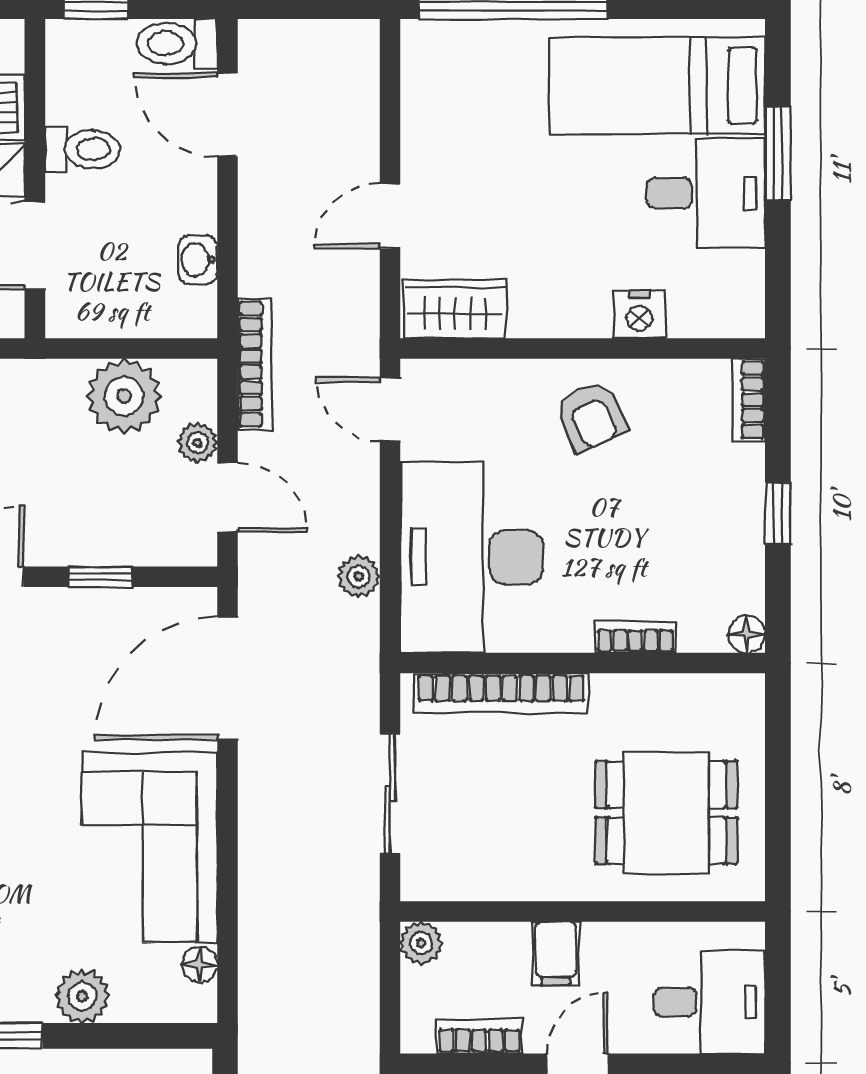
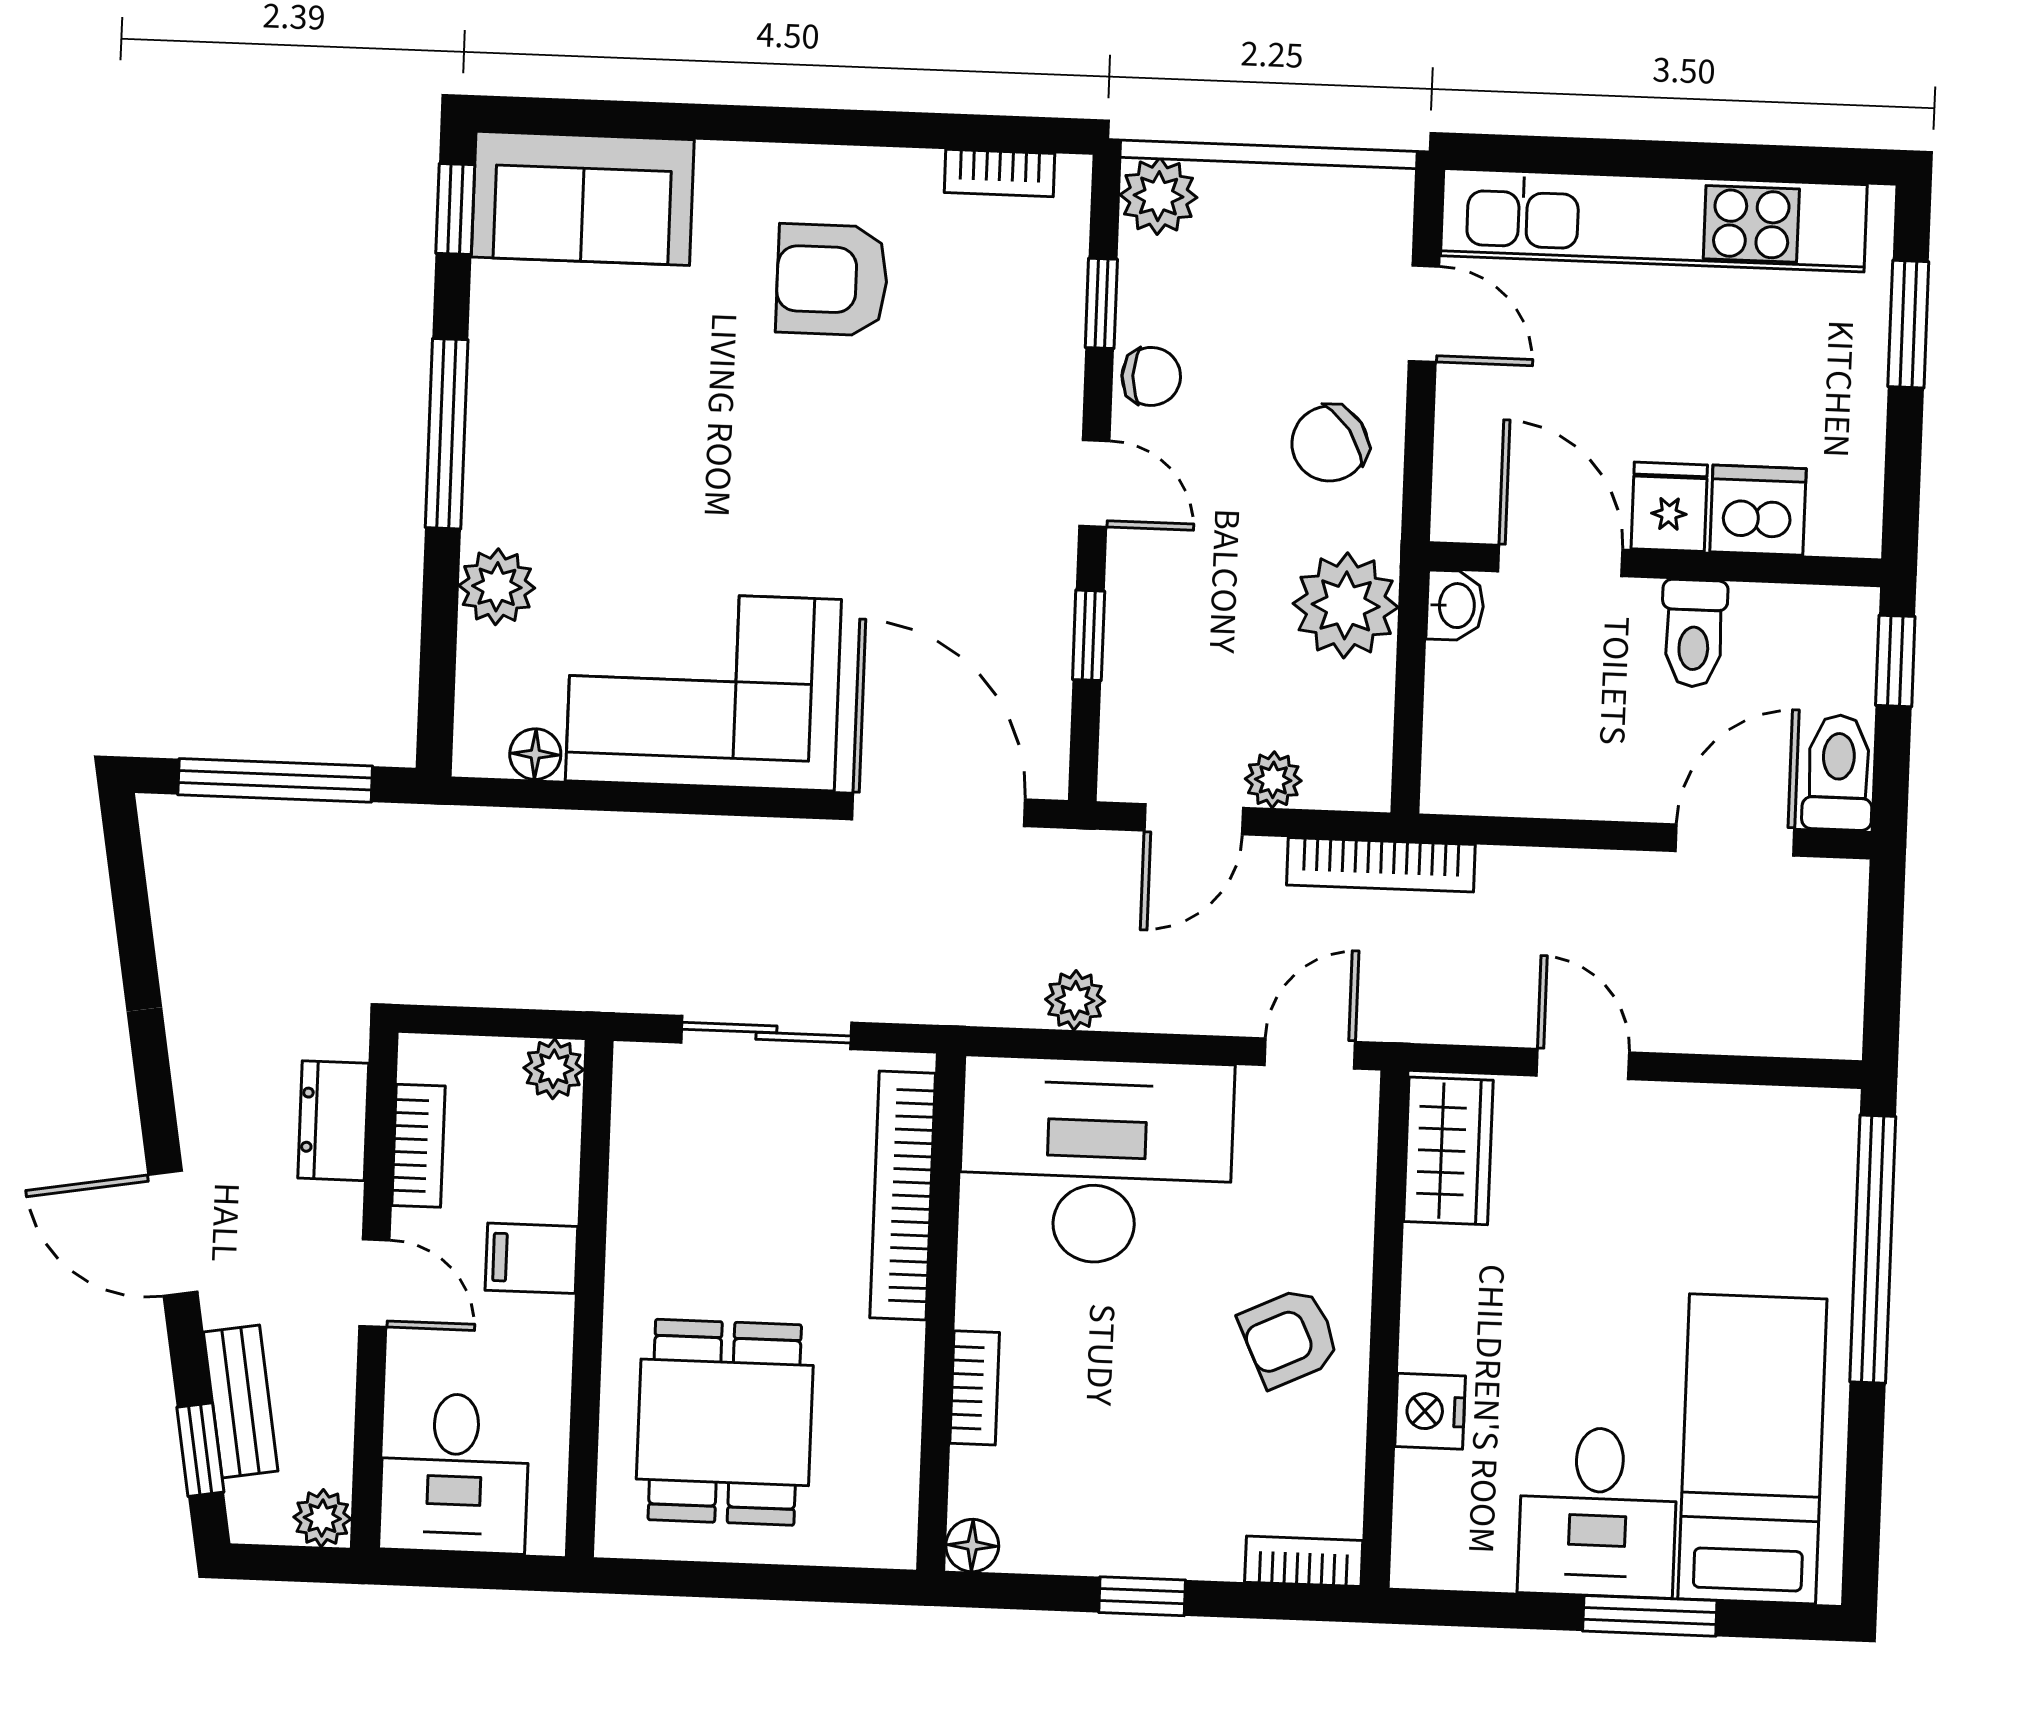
washbasin: (198, 260) -> (1455, 605), moved, turned 90
plant: (124, 396) -> (1346, 605), moved

